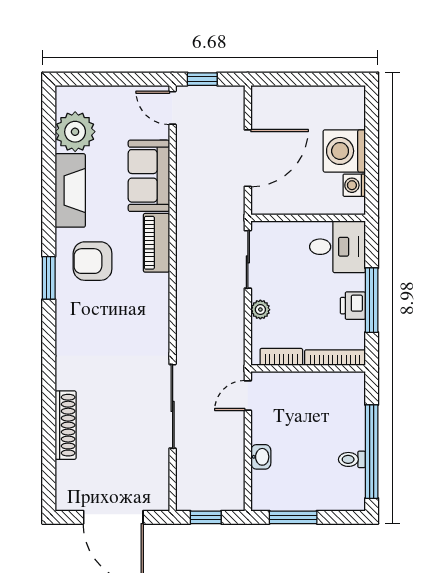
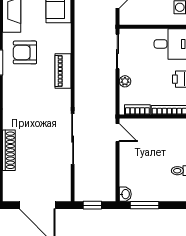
piano: (156, 243) -> (63, 71), moved
door: (248, 396) -> (117, 133), swing flipped
washbasin: (261, 457) -> (125, 194), moved

